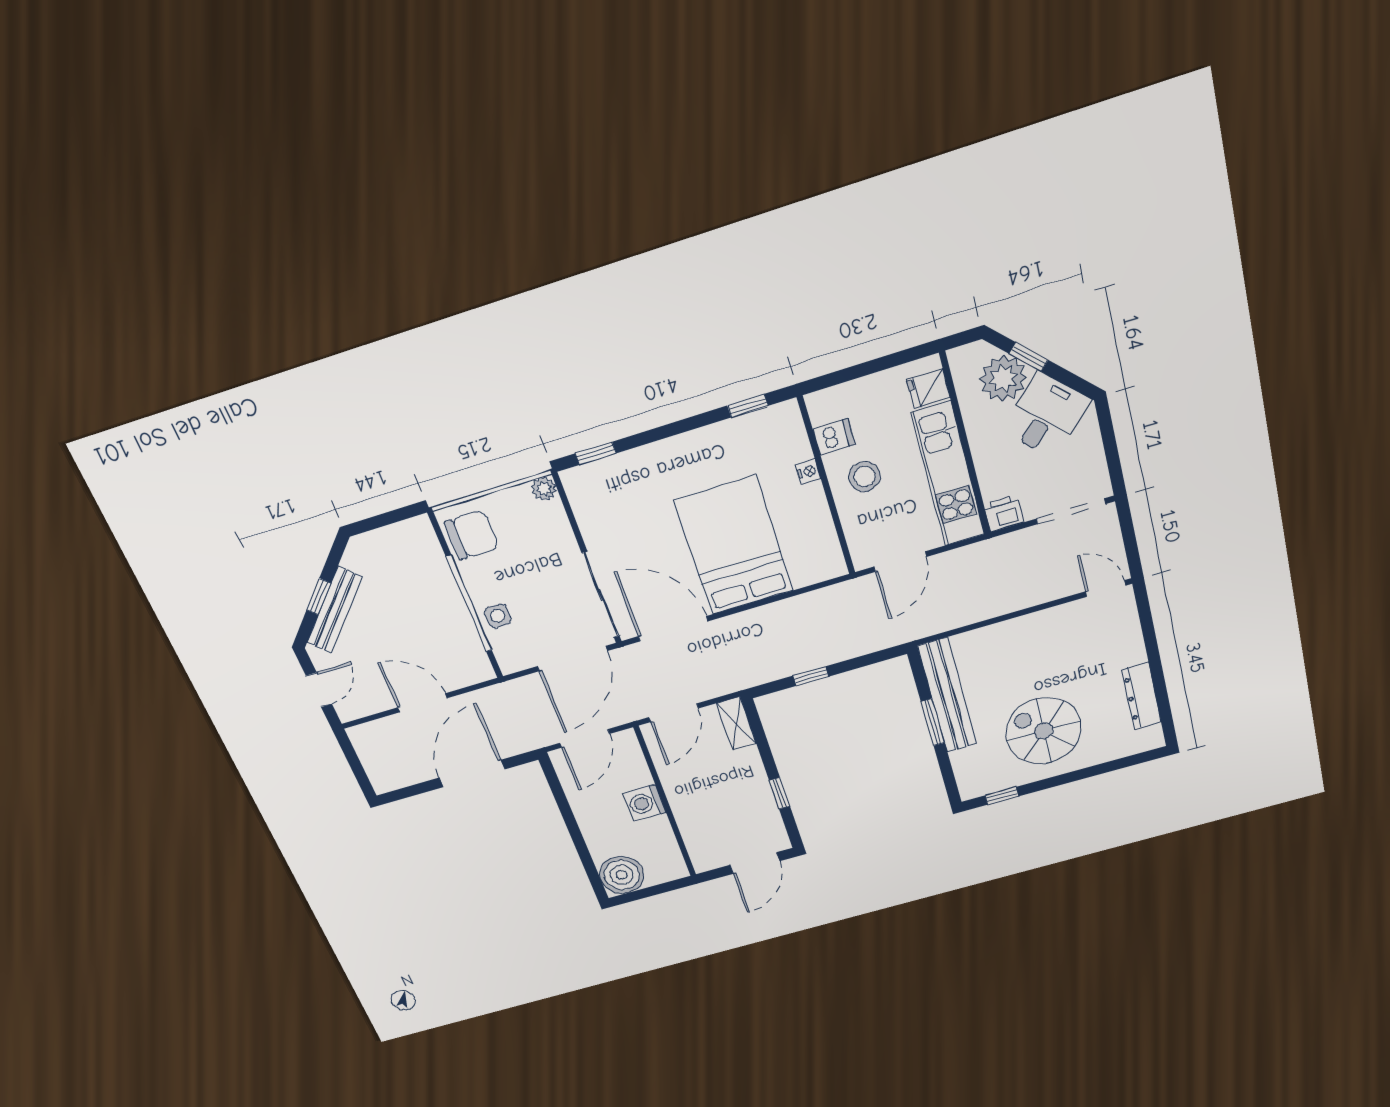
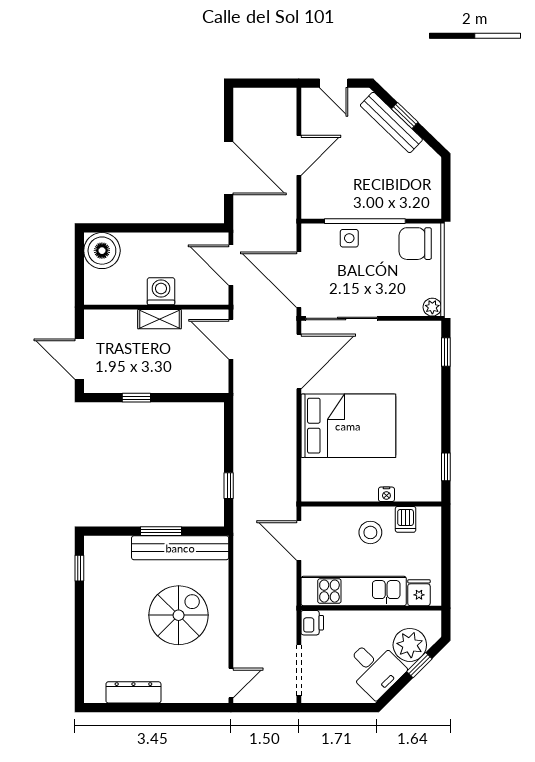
chair: (472, 535) -> (415, 244), turned 90
window: (811, 676) -> (229, 486), moved
shelving: (736, 723) -> (159, 319), moved
spiral stairs: (1044, 731) -> (179, 615), moved

